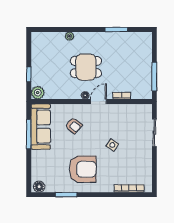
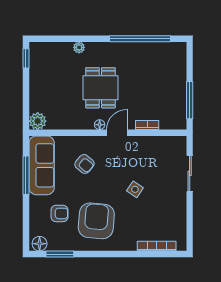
window: (116, 29) -> (140, 39), width x2.11
dining table: (86, 67) -> (100, 88), turned 90
window: (29, 74) -> (26, 58), moved
armchair: (54, 163) -> (59, 213), added
armchair: (83, 169) -> (96, 221), turned -85
window: (66, 195) -> (60, 254), moved

